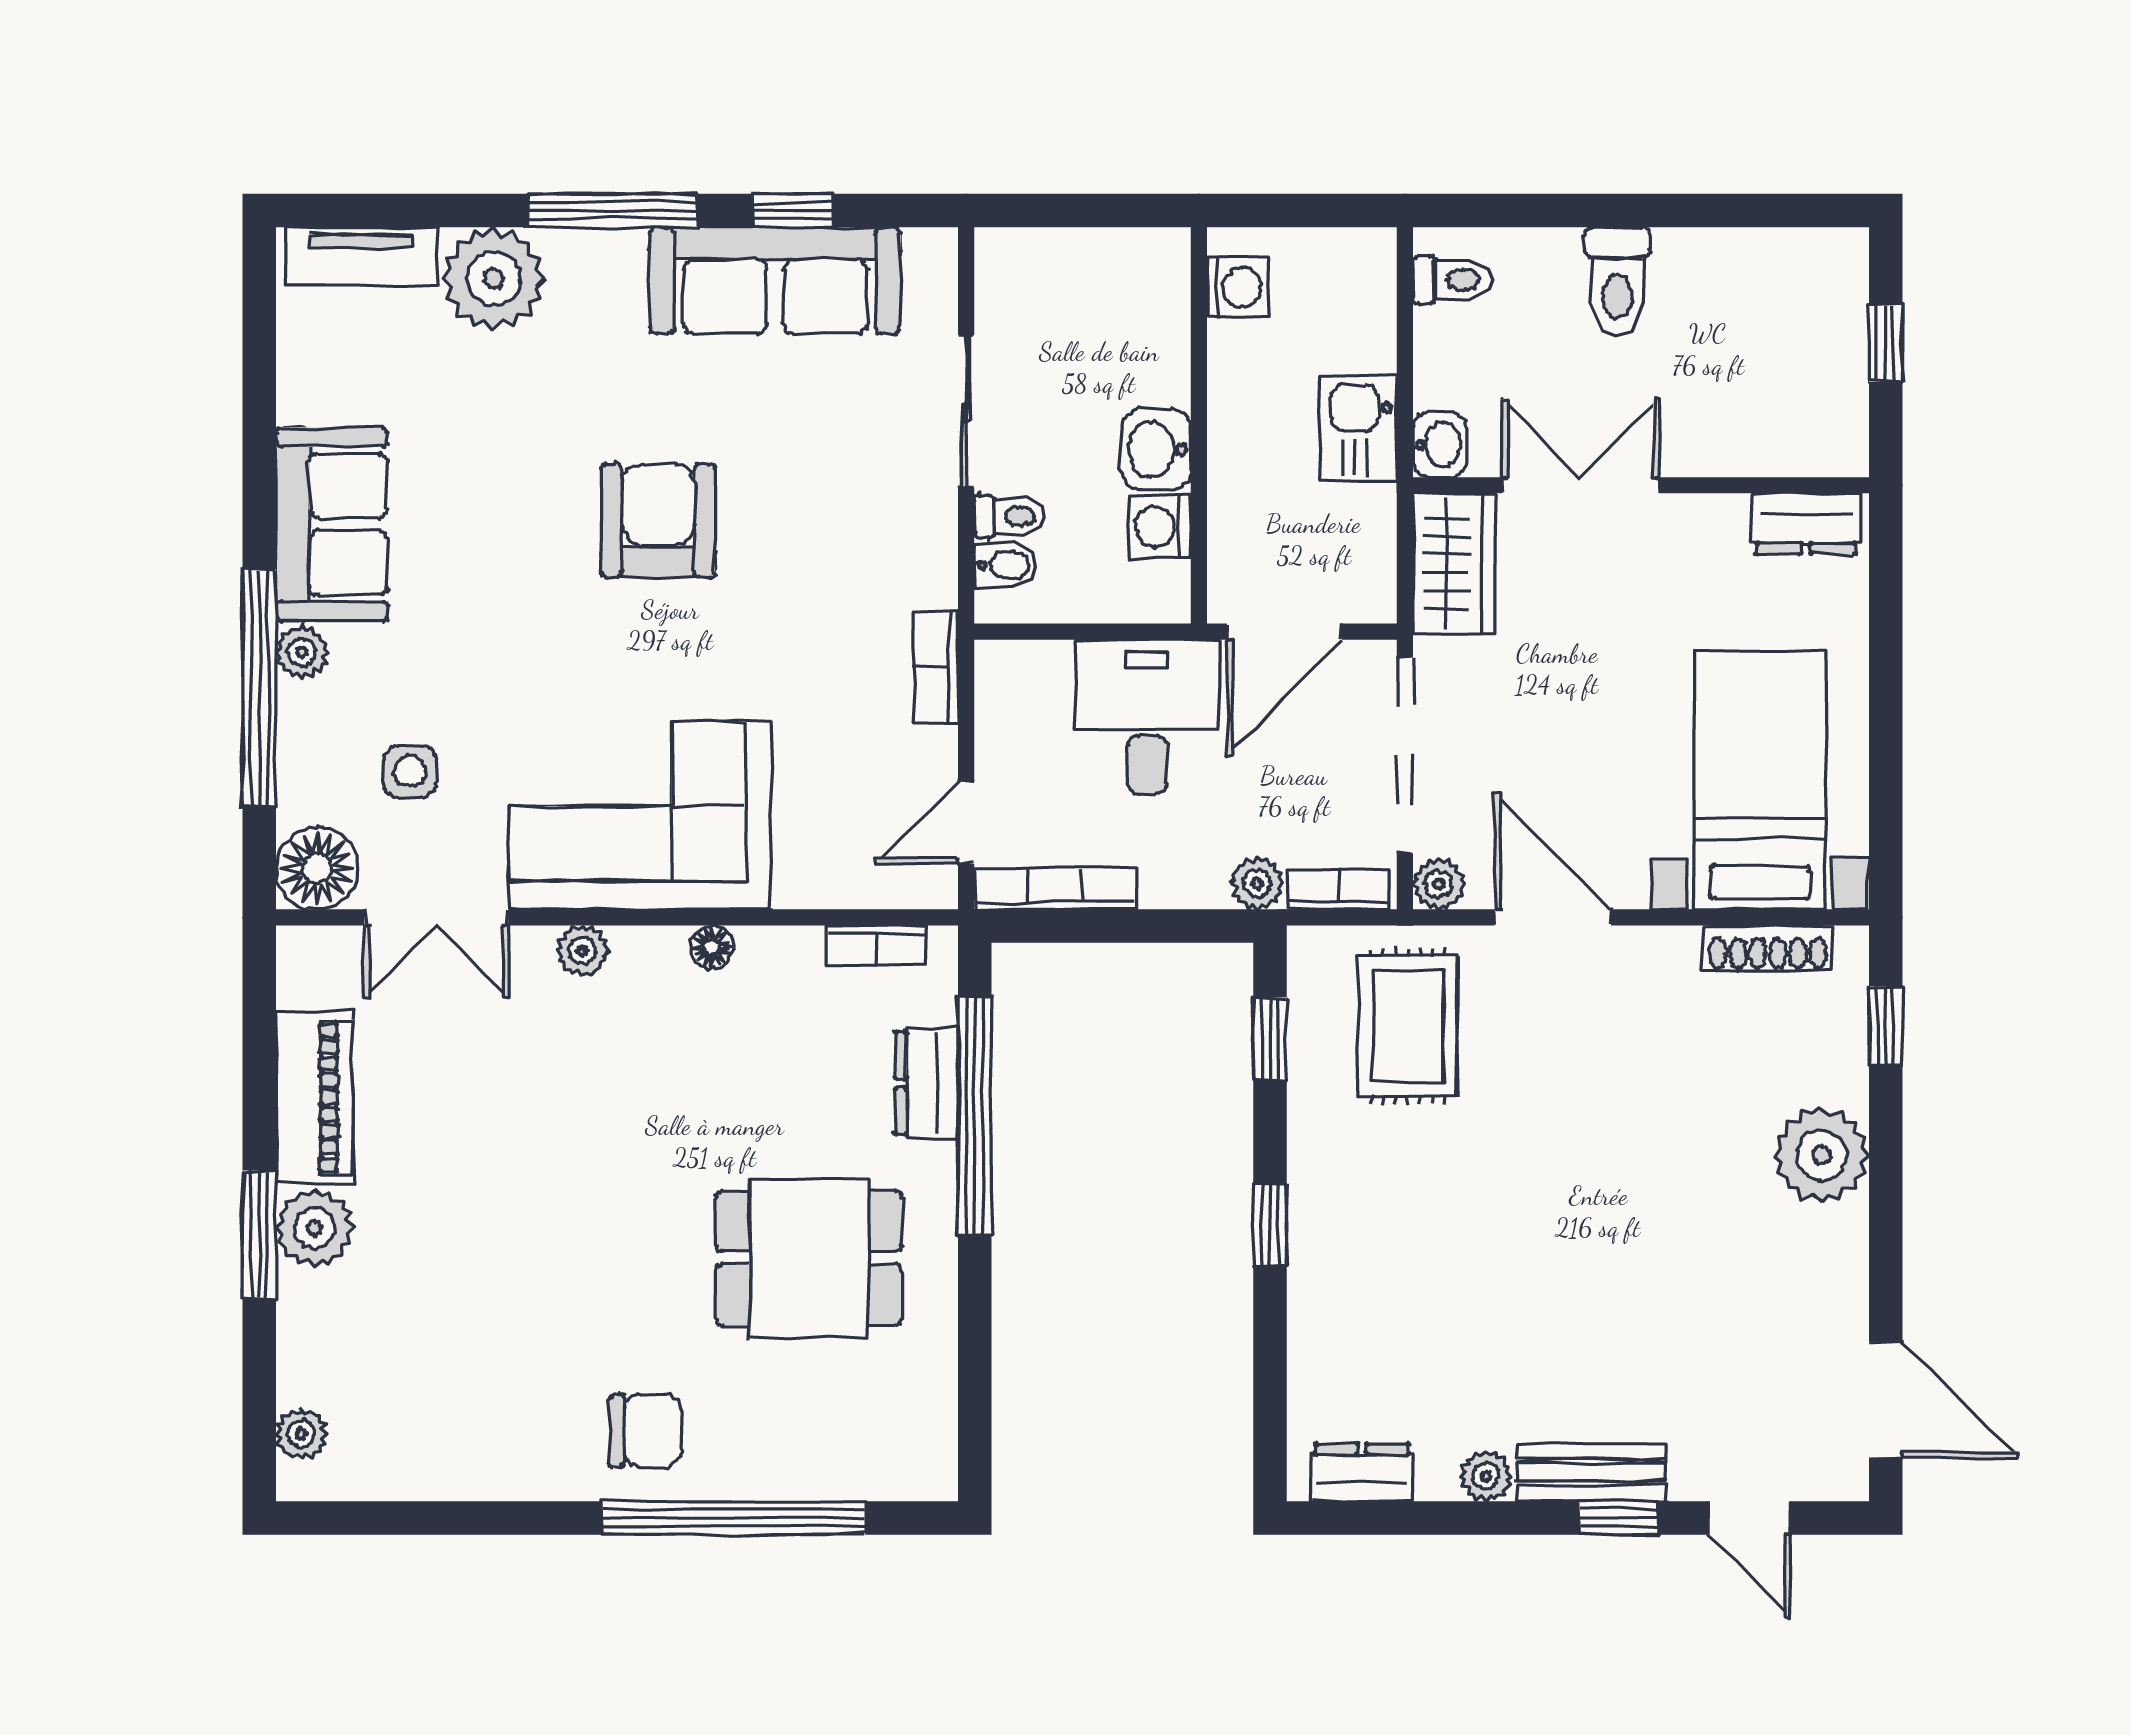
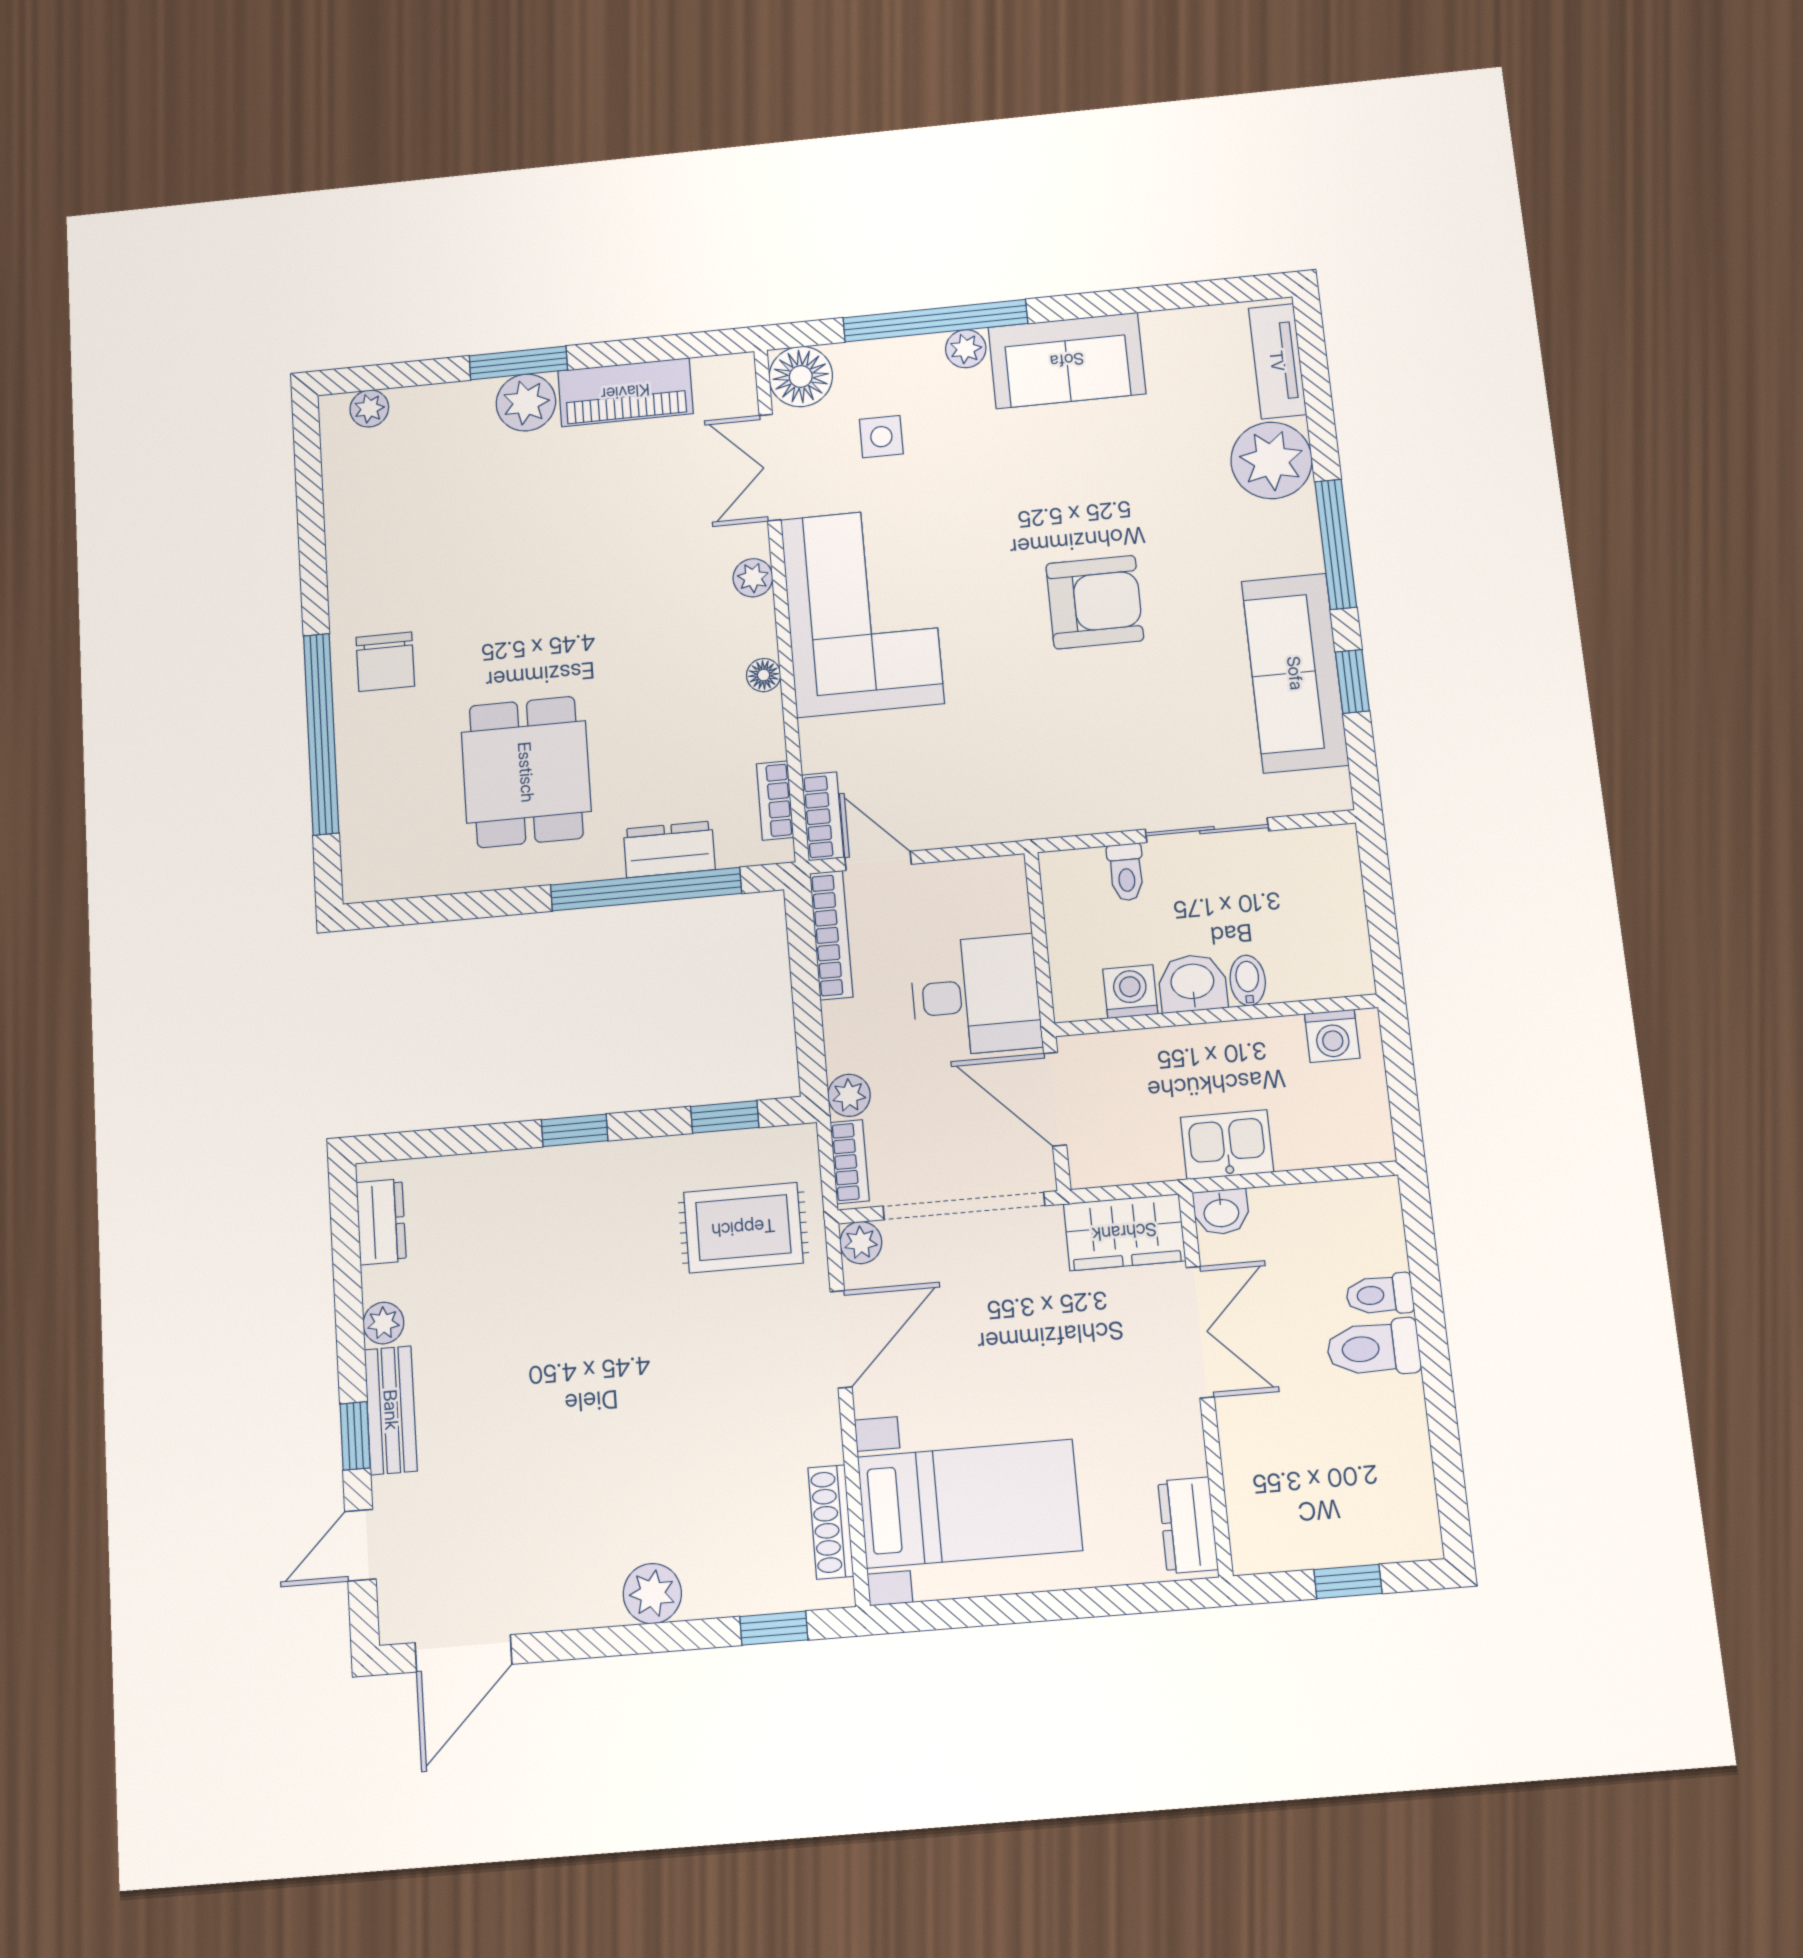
toilet: (1452, 280) -> (1380, 1295), moved, turned 90
bidet: (1006, 565) -> (1248, 980), moved, turned 180
bookcase: (936, 667) -> (823, 816), moved, turned 90
plant: (1821, 1155) -> (652, 1593), width x0.73, depth x0.73

